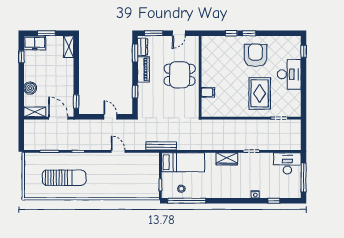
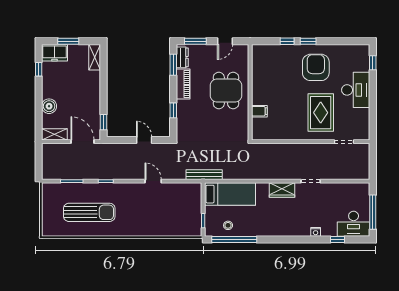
dining table: (180, 75) -> (226, 91), turned 90
desk: (287, 163) -> (354, 224), moved, turned 180

